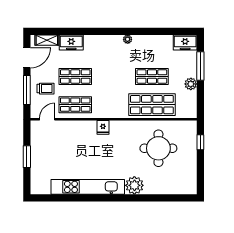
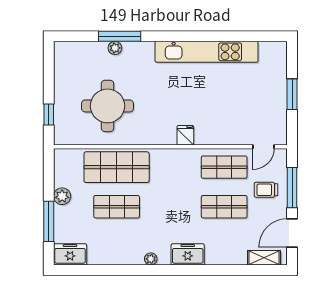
freezer: (71, 43) -> (188, 254), moved
plant: (134, 185) -> (115, 48), moved, width x0.53, depth x0.53
window: (150, 198) -> (120, 36), added

